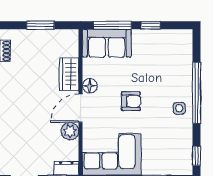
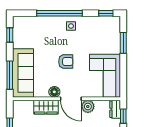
window: (151, 25) -> (10, 35), moved
sofa: (107, 43) -> (23, 73), width x1.36
armchair: (131, 101) -> (66, 62), turned 90

